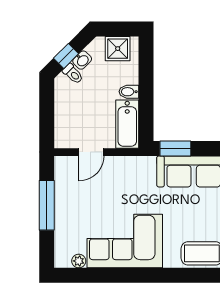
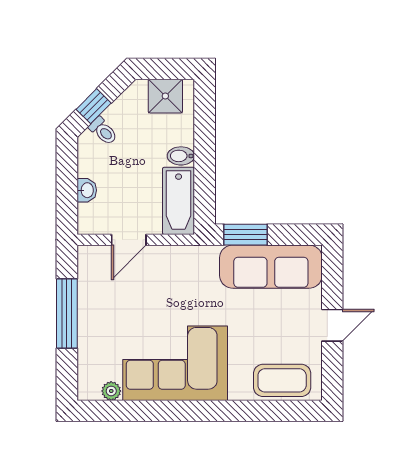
washbasin: (82, 60) -> (87, 190), moved, turned -45

